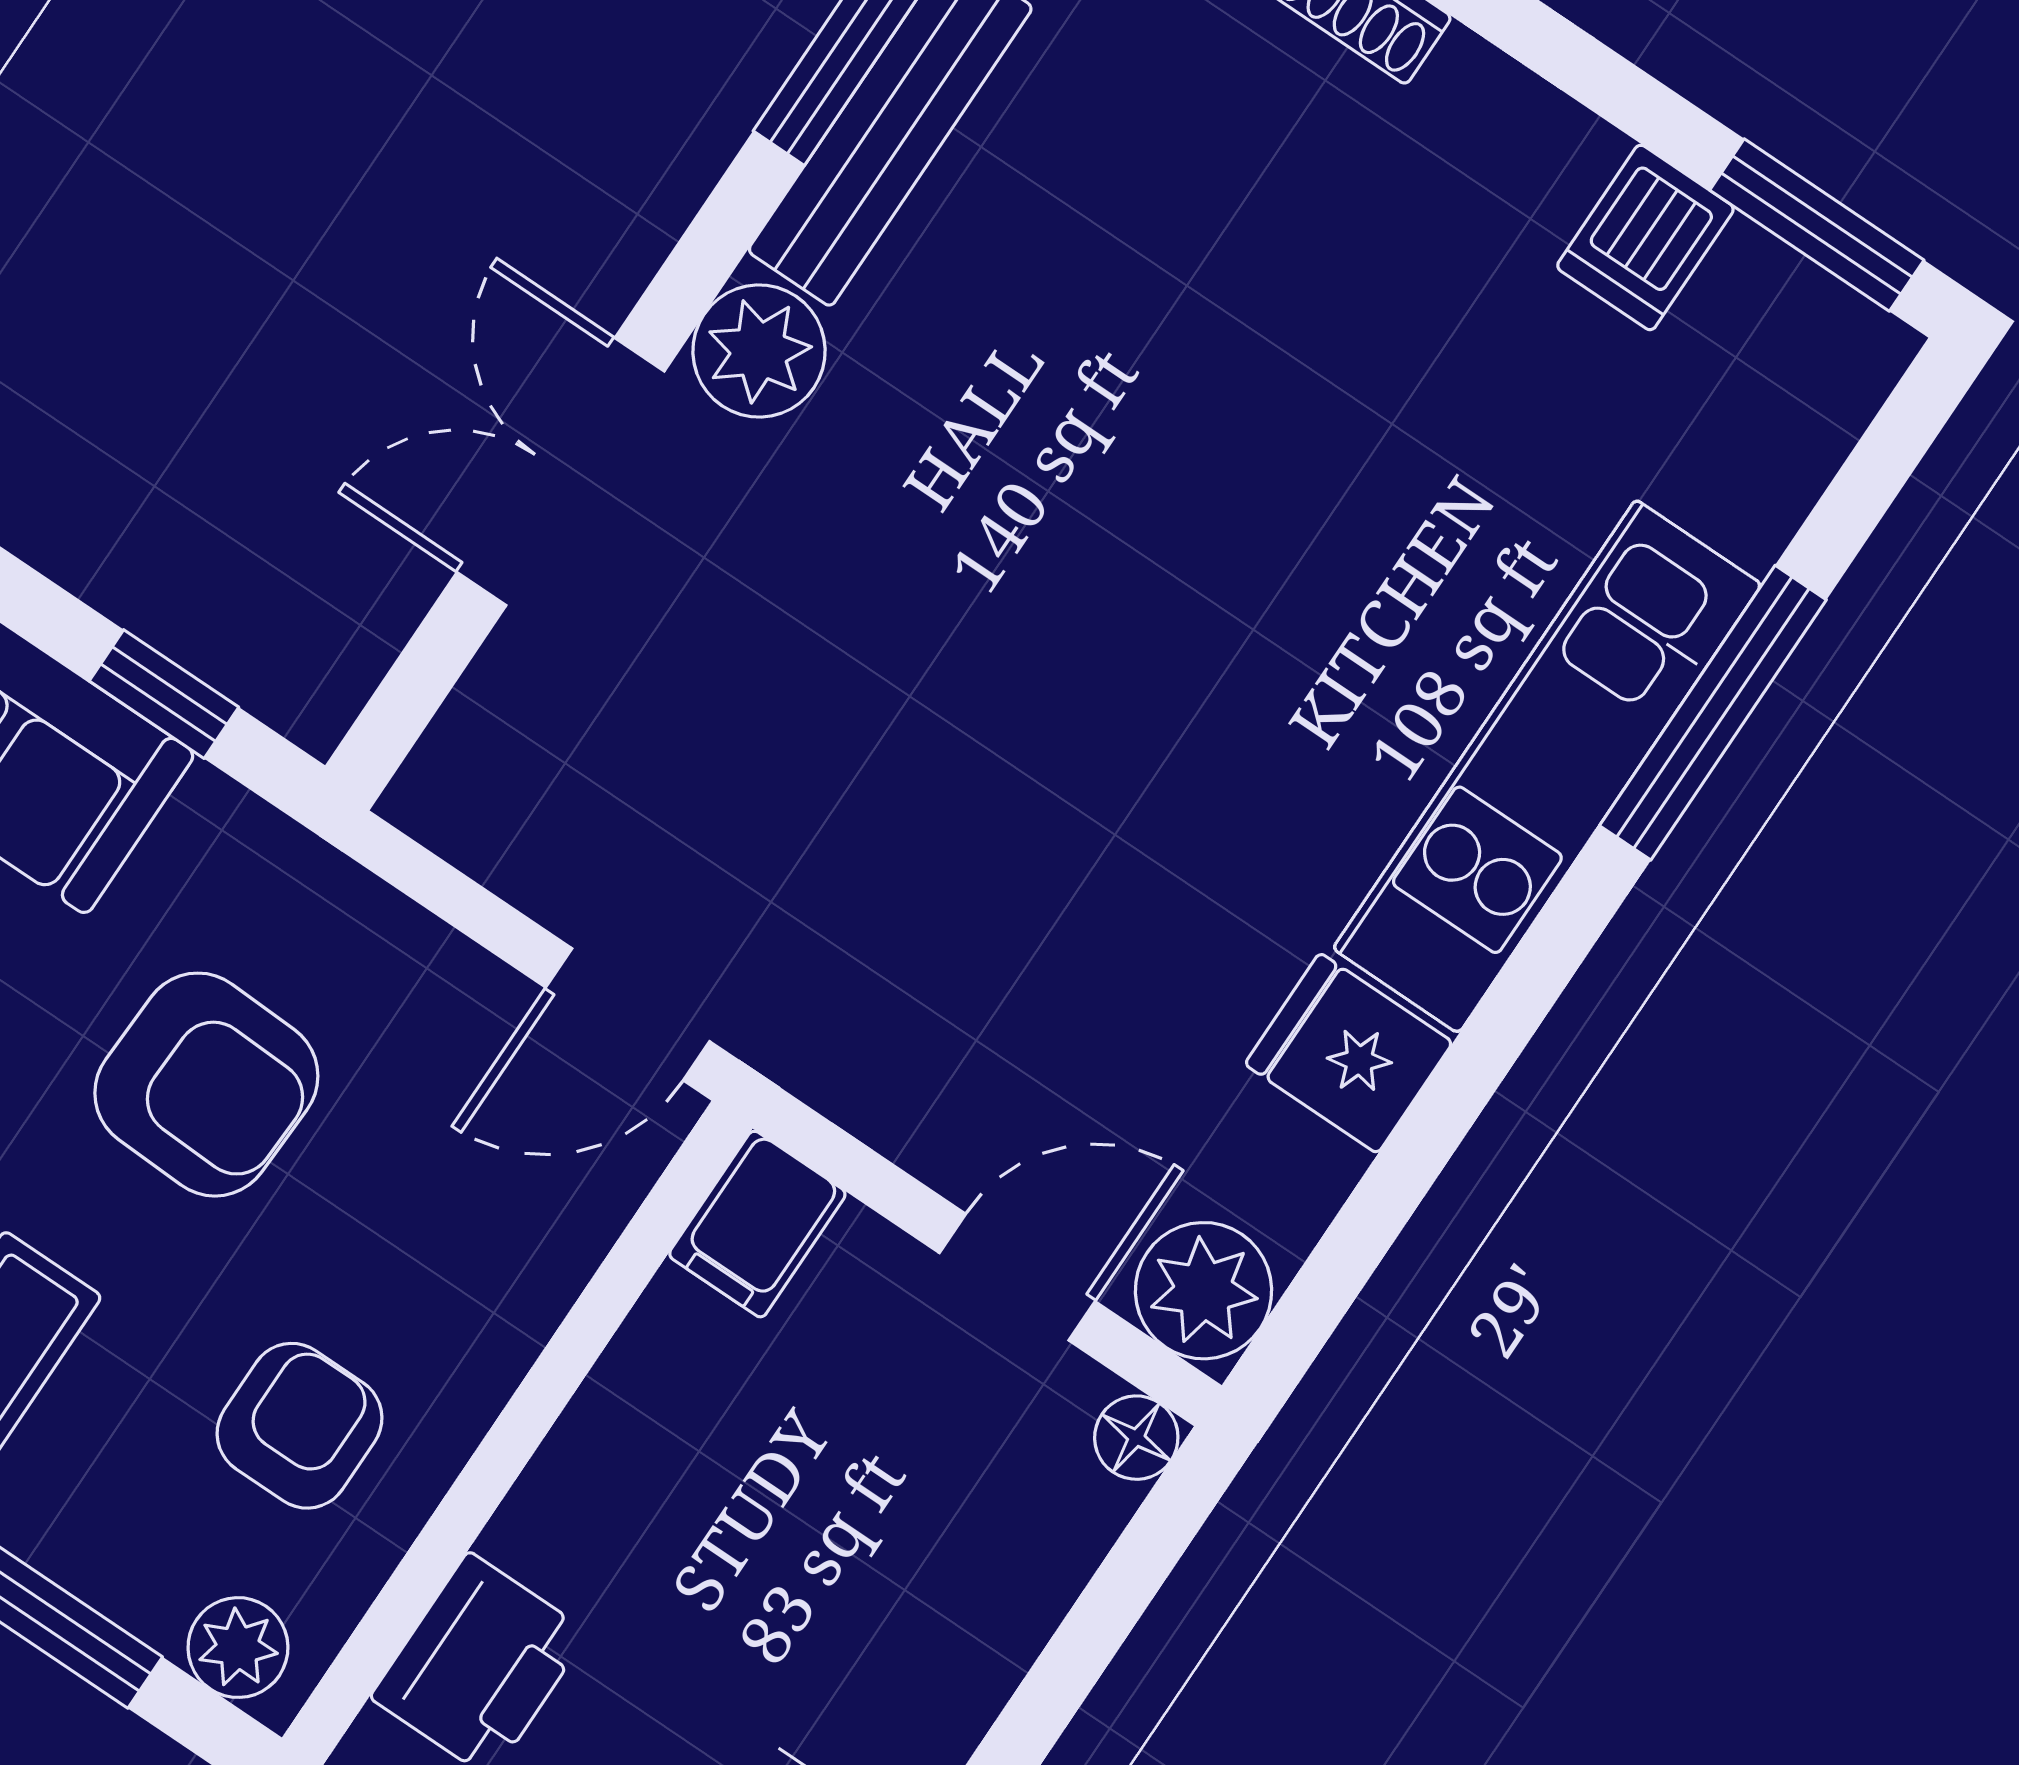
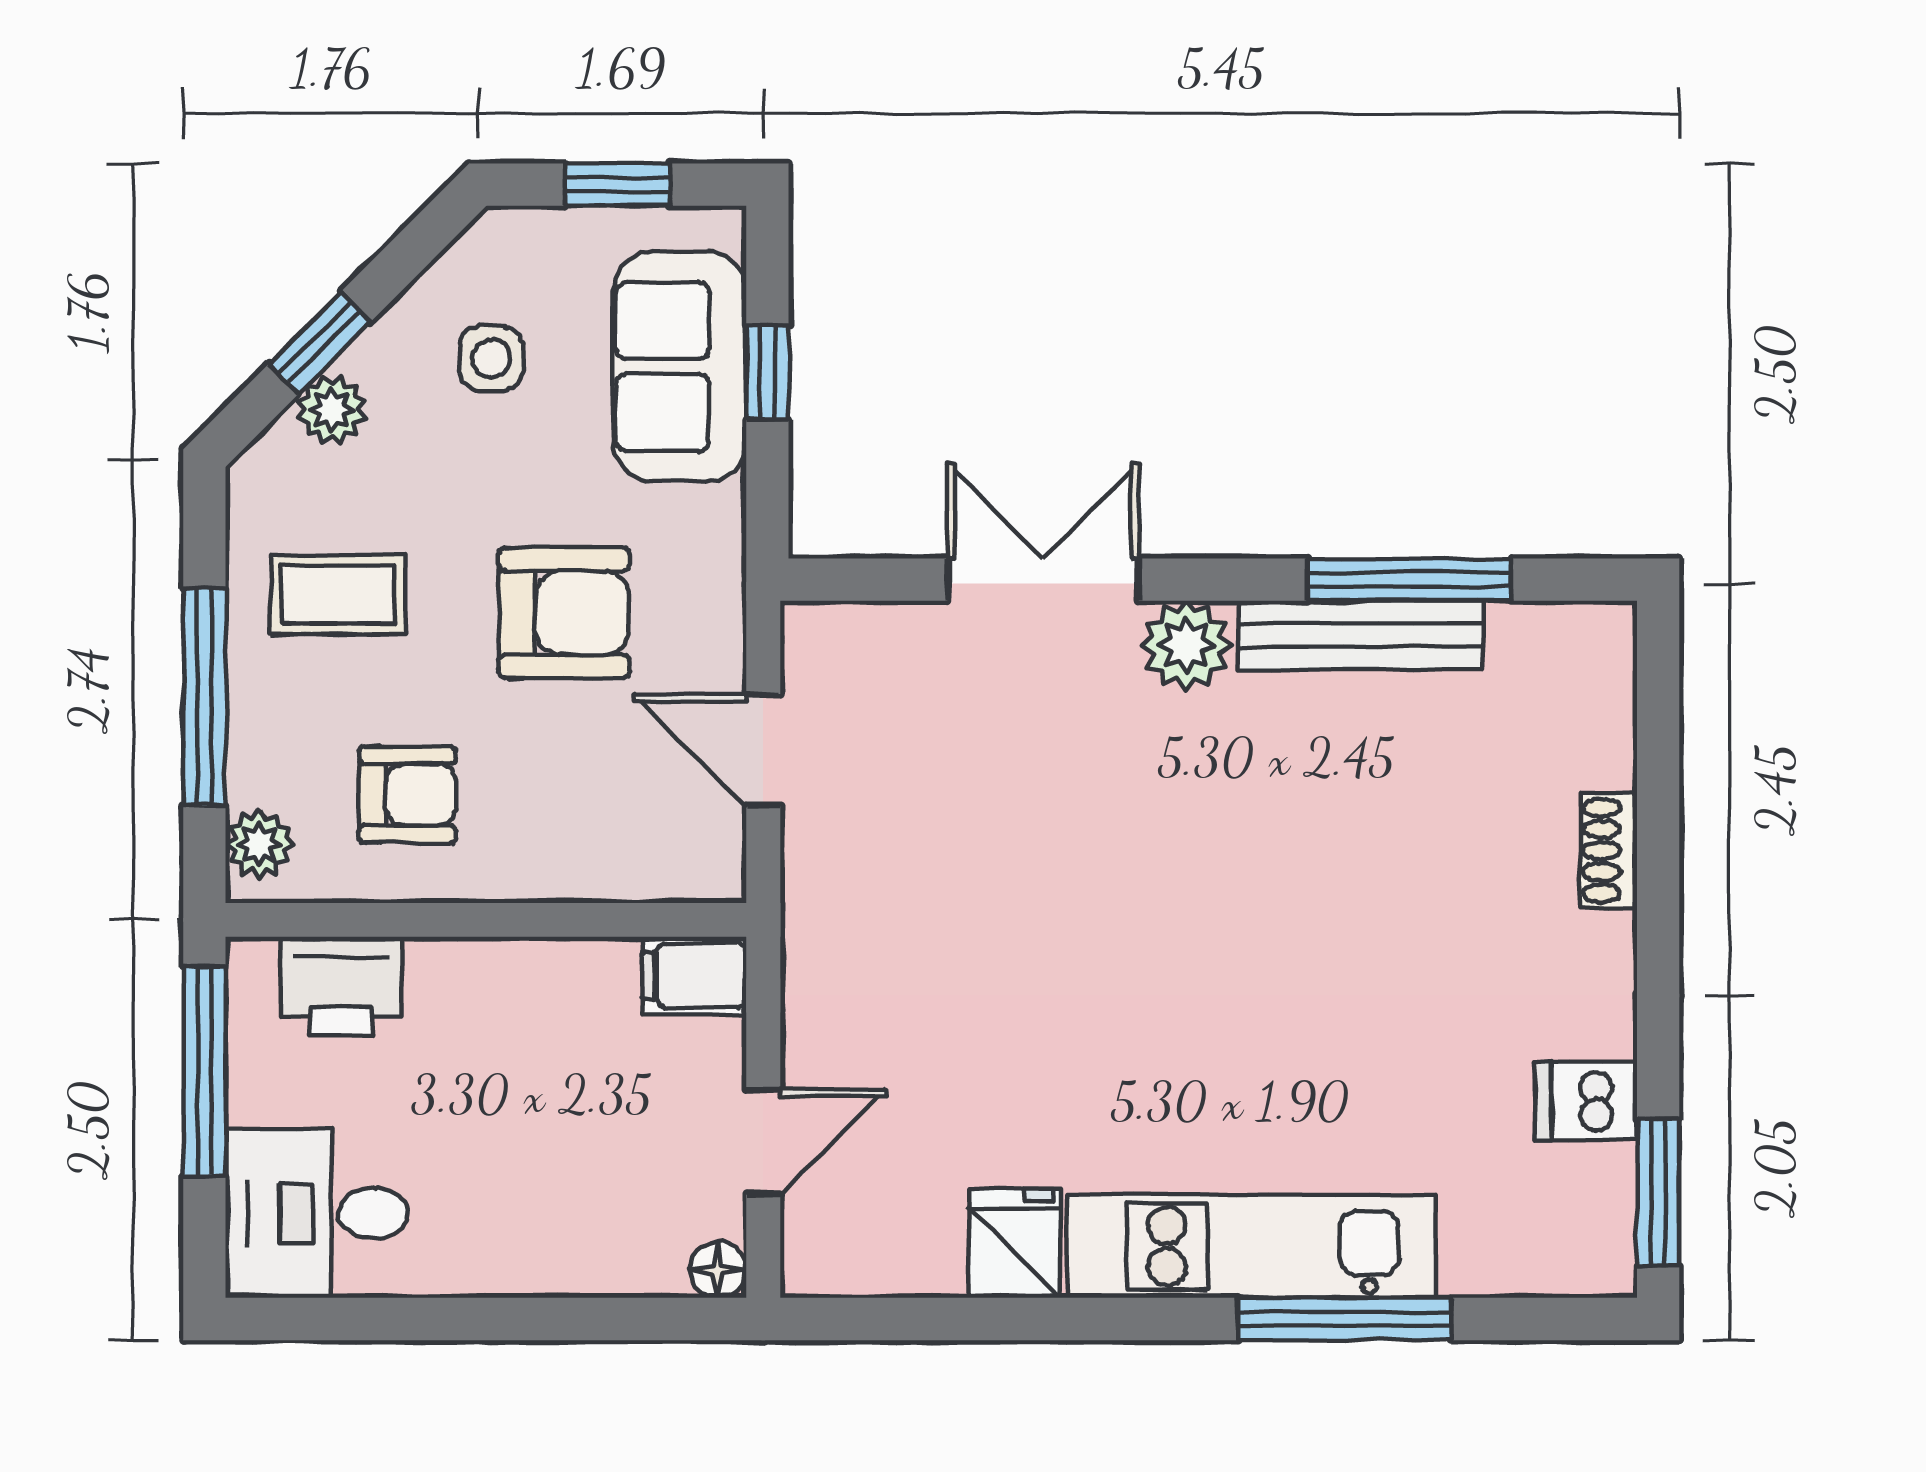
window: (164, 694) -> (767, 373), moved
door: (628, 1014) -> (763, 750), moved
armchair: (206, 1085) -> (564, 613), turned -92
door: (1017, 1277) -> (763, 1142), hinge flipped
plant: (1204, 1291) -> (826, 1252), removed

